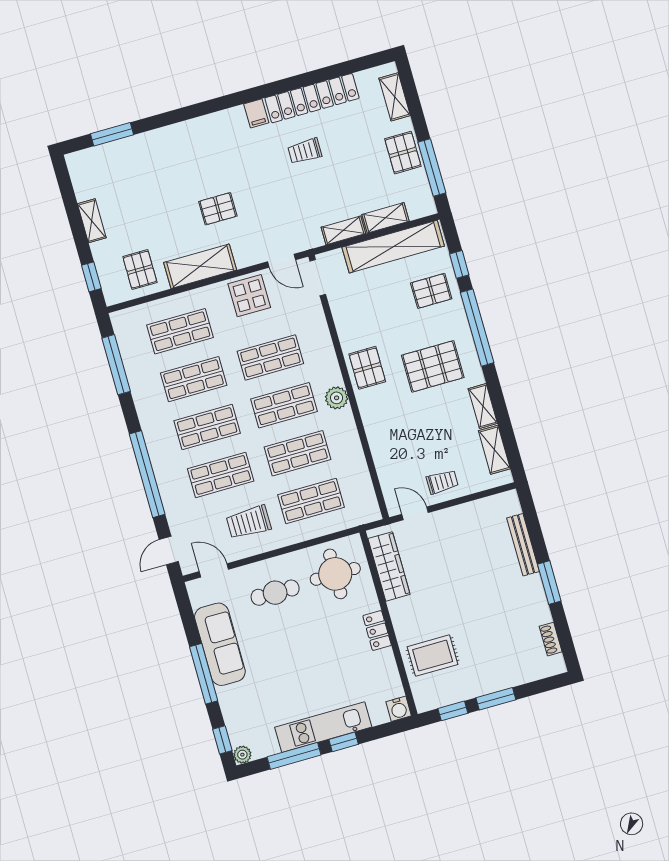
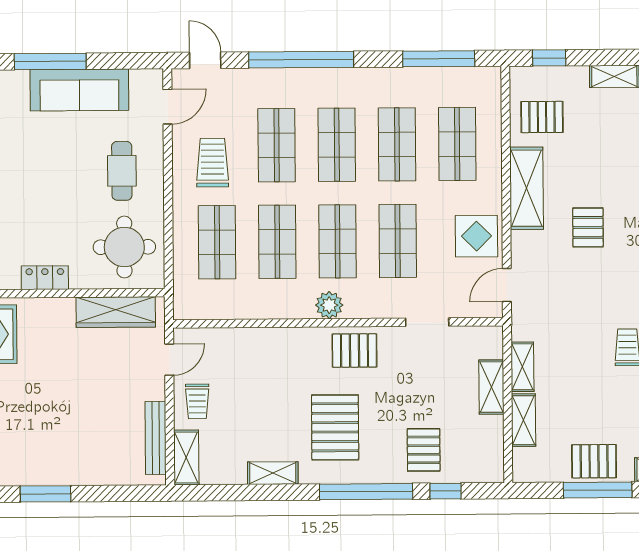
window: (432, 168) -> (598, 490), moved
shelving: (393, 247) -> (491, 387), width x0.45, depth x0.75
doorway: (318, 278) -> (427, 322), moved
shelving: (494, 450) -> (186, 458), moved, turned 90
bench: (523, 545) -> (156, 438), moved, turned 90

